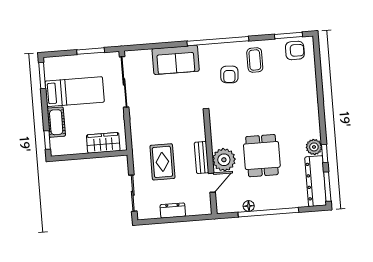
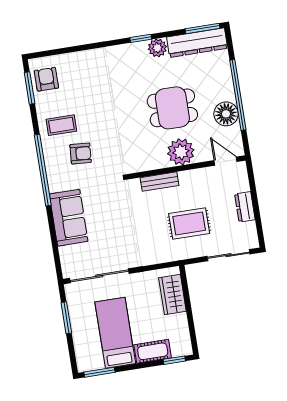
window: (325, 153) -> (141, 38), moved
bench: (202, 158) -> (159, 182), moved
door: (212, 183) -> (225, 161), moved
floor lamp: (249, 206) -> (226, 114), width x1.89, depth x1.89

